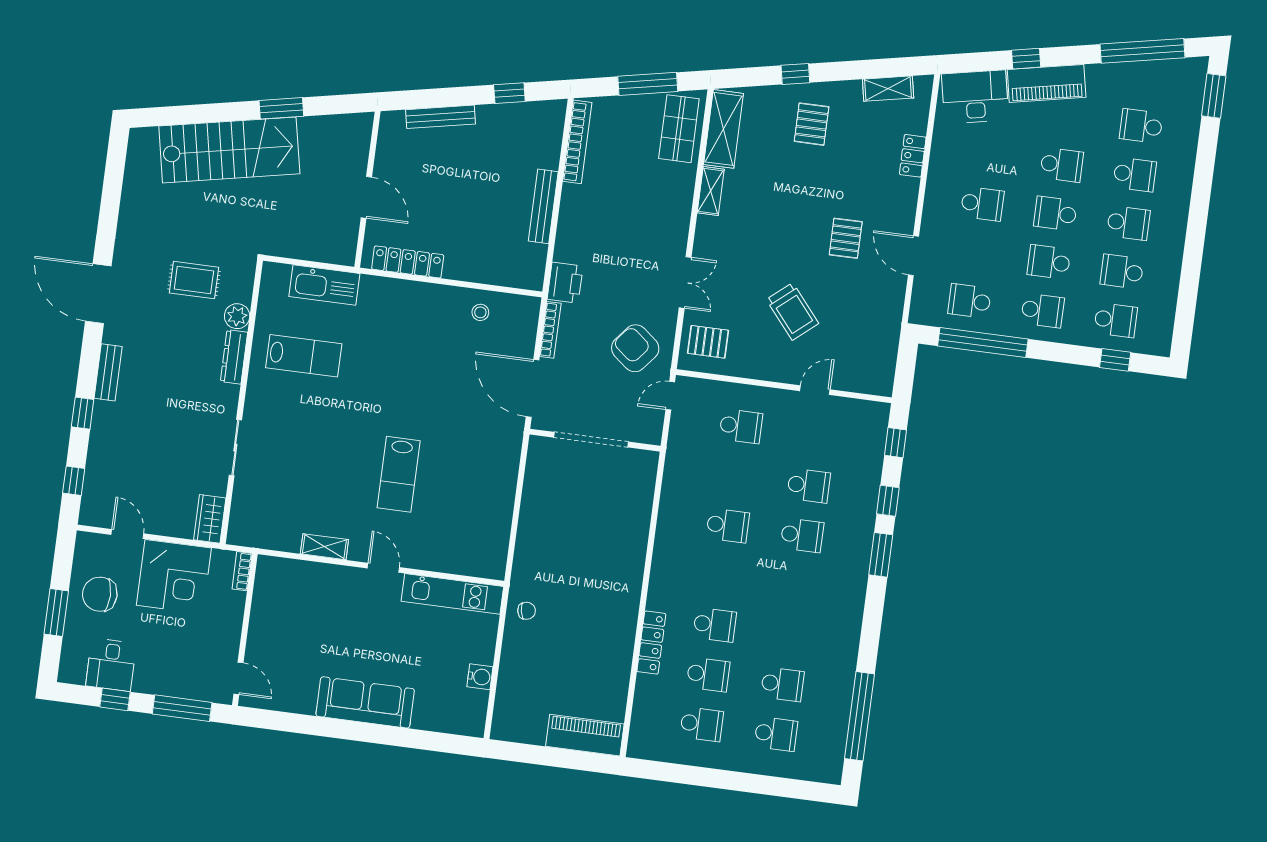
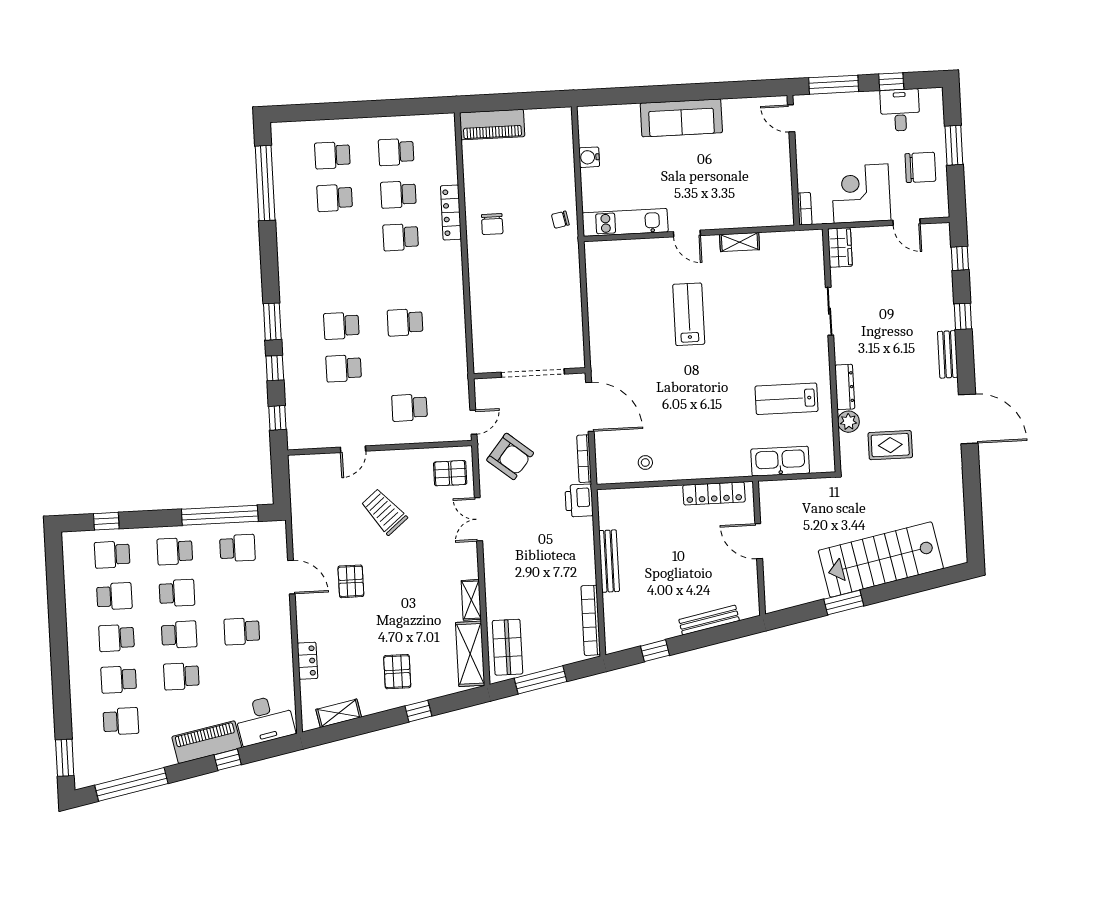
chair: (606, 620) -> (492, 224), added

